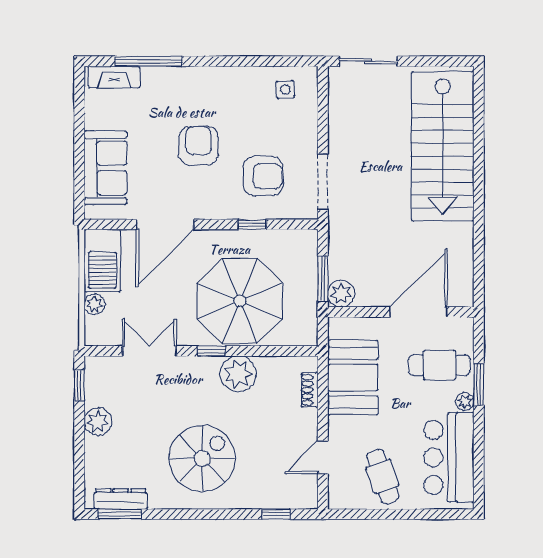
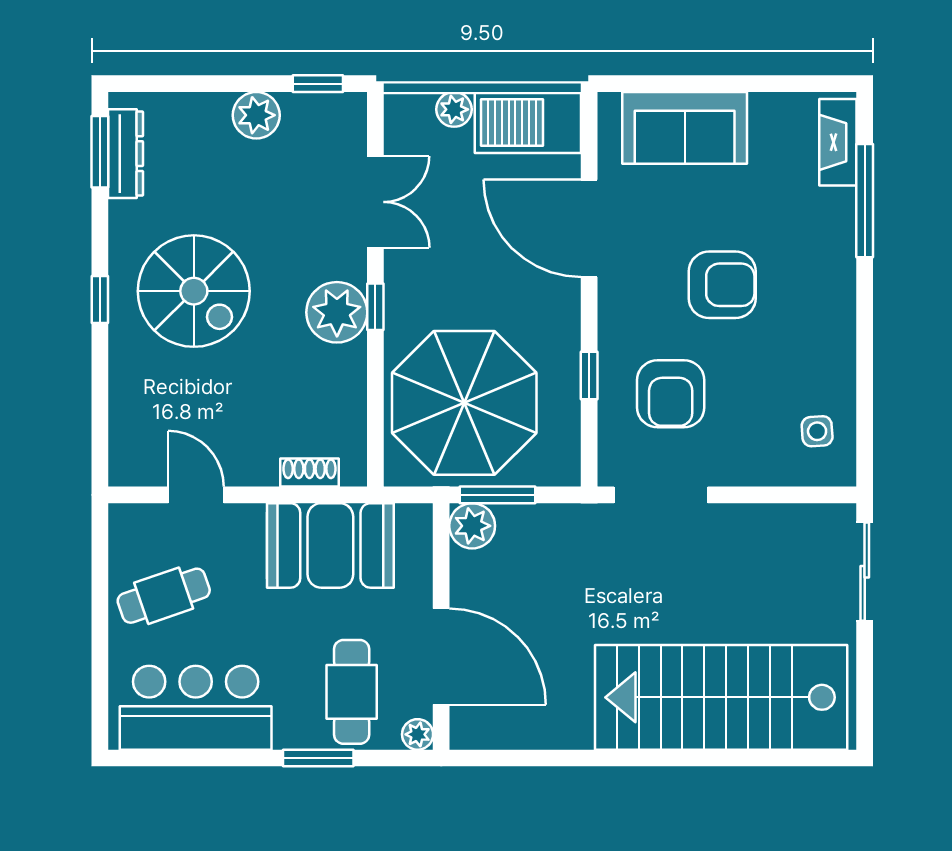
parasol: (240, 301) -> (464, 403), moved
plant: (238, 374) -> (337, 312), moved
plant: (465, 402) -> (418, 734), moved
window: (276, 514) -> (100, 299), moved

